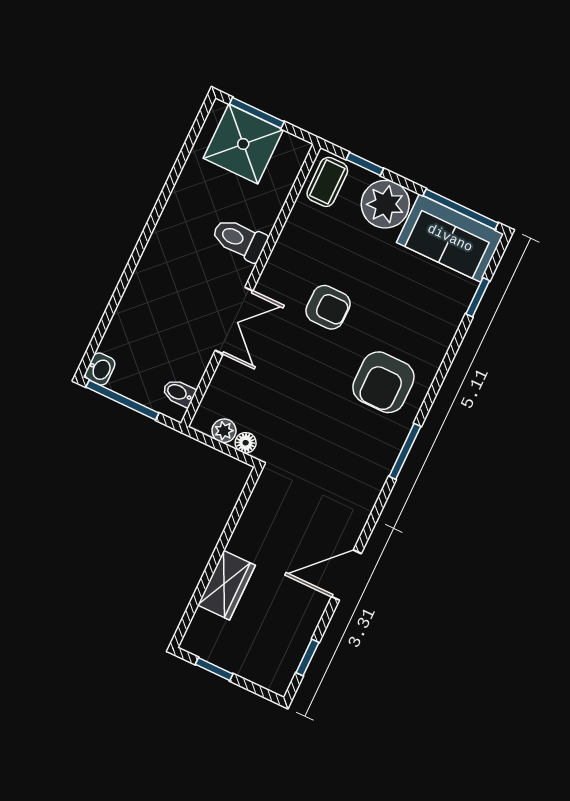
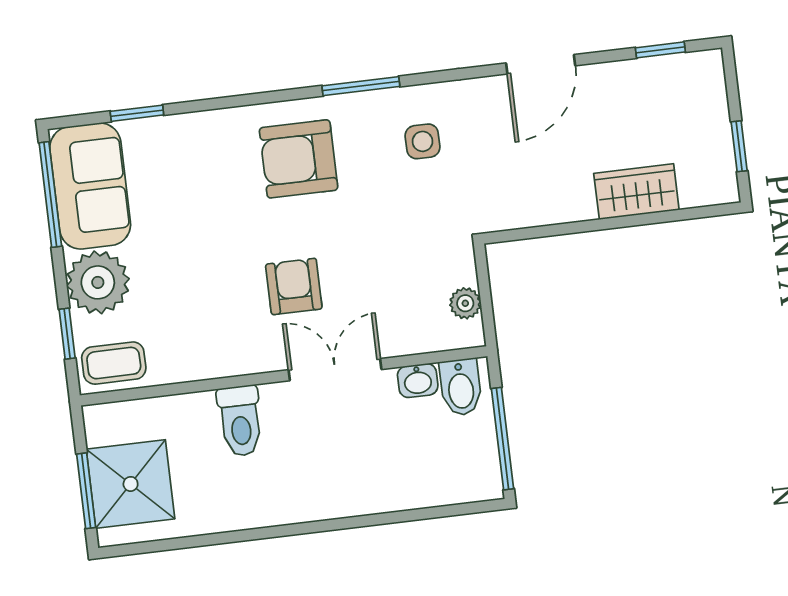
armchair: (328, 307) -> (294, 286), moved
washbasin: (100, 369) -> (418, 381), moved, turned 180
armchair: (383, 382) -> (299, 159), turned 180
bidet: (179, 393) -> (461, 387), width x1.38, depth x1.36
floor lamp: (246, 443) -> (463, 271), removed
side table: (345, 469) -> (422, 141), added
door: (346, 575) -> (541, 64), hinge flipped

